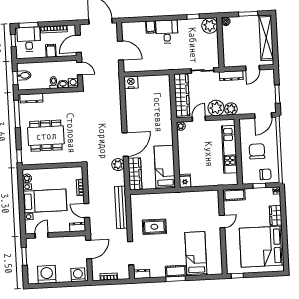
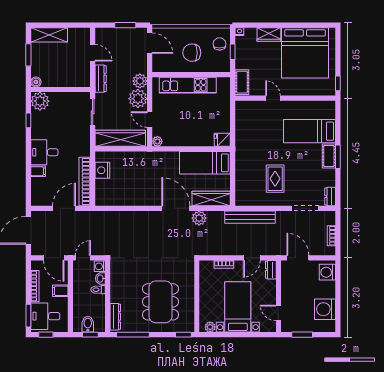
shelving: (266, 38) -> (49, 35), width x0.68
bookcase: (144, 67) -> (85, 181), added
nightstand: (131, 82) -> (102, 170), moved

